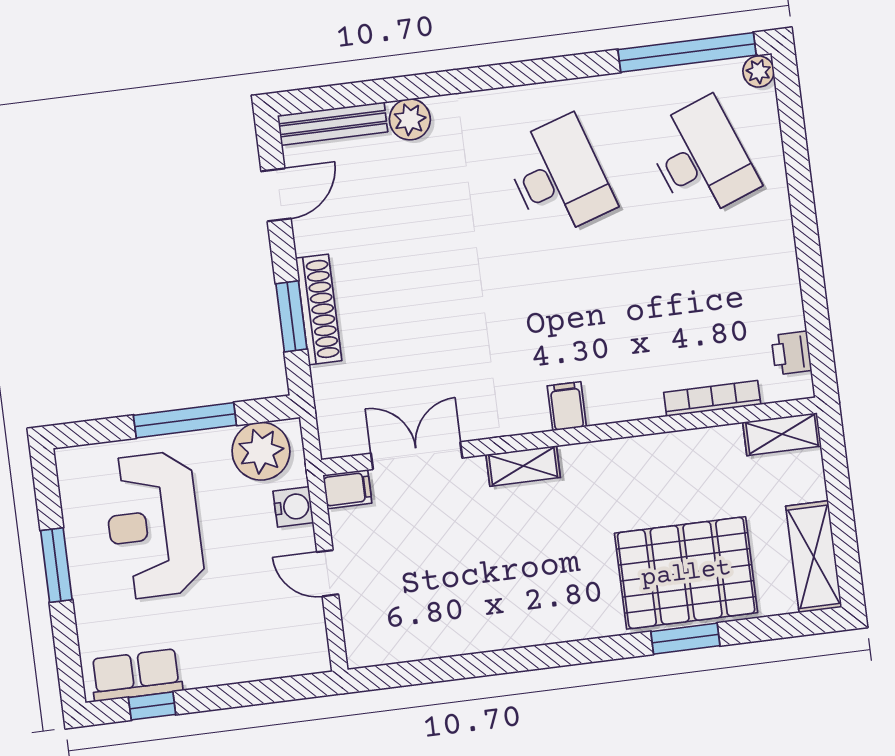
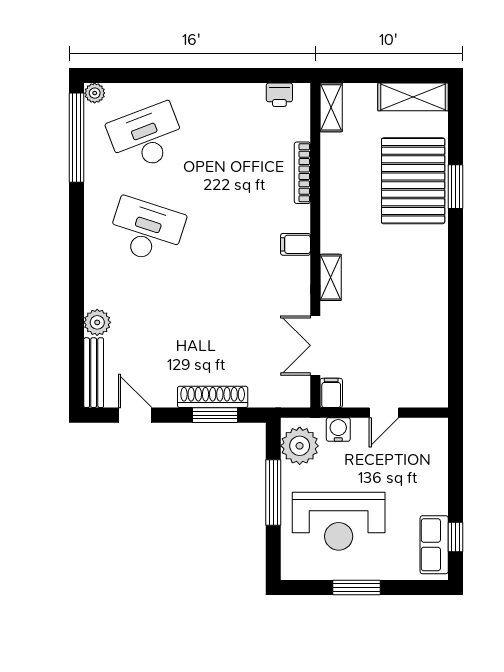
desk: (559, 177) -> (146, 231), turned 36
bookcase: (712, 398) -> (302, 173), moved

